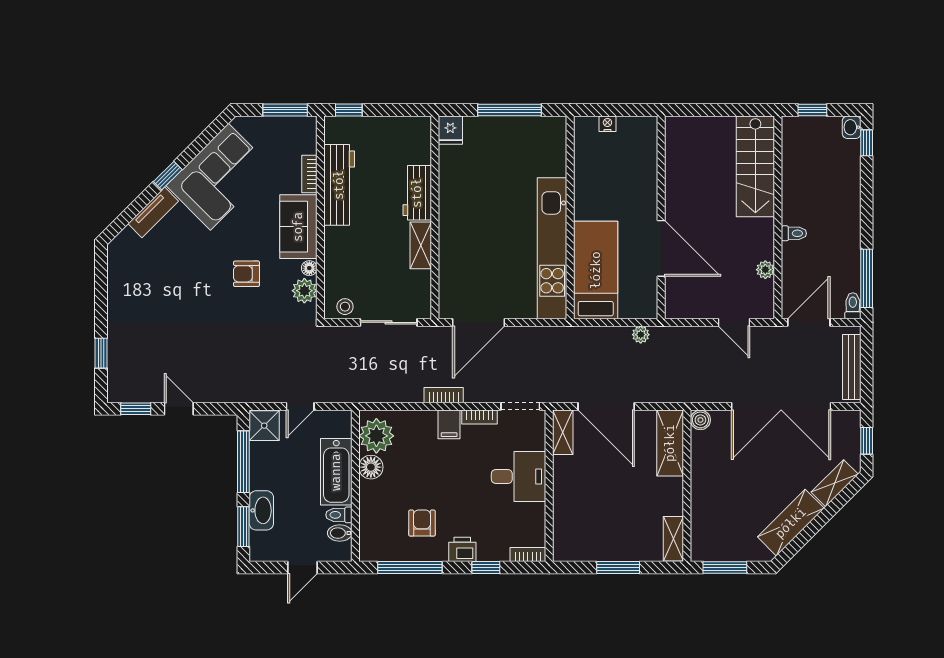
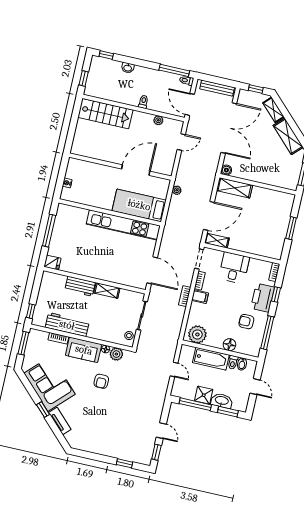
washbasin: (852, 127) -> (128, 68), moved
door: (179, 409) -> (161, 431), swing flipped
shower: (264, 426) -> (204, 395), moved
floor lamp: (371, 467) -> (229, 345), moved
shelving: (673, 539) -> (283, 197), removed
printer: (462, 549) -> (263, 298), width x1.87, depth x1.48

